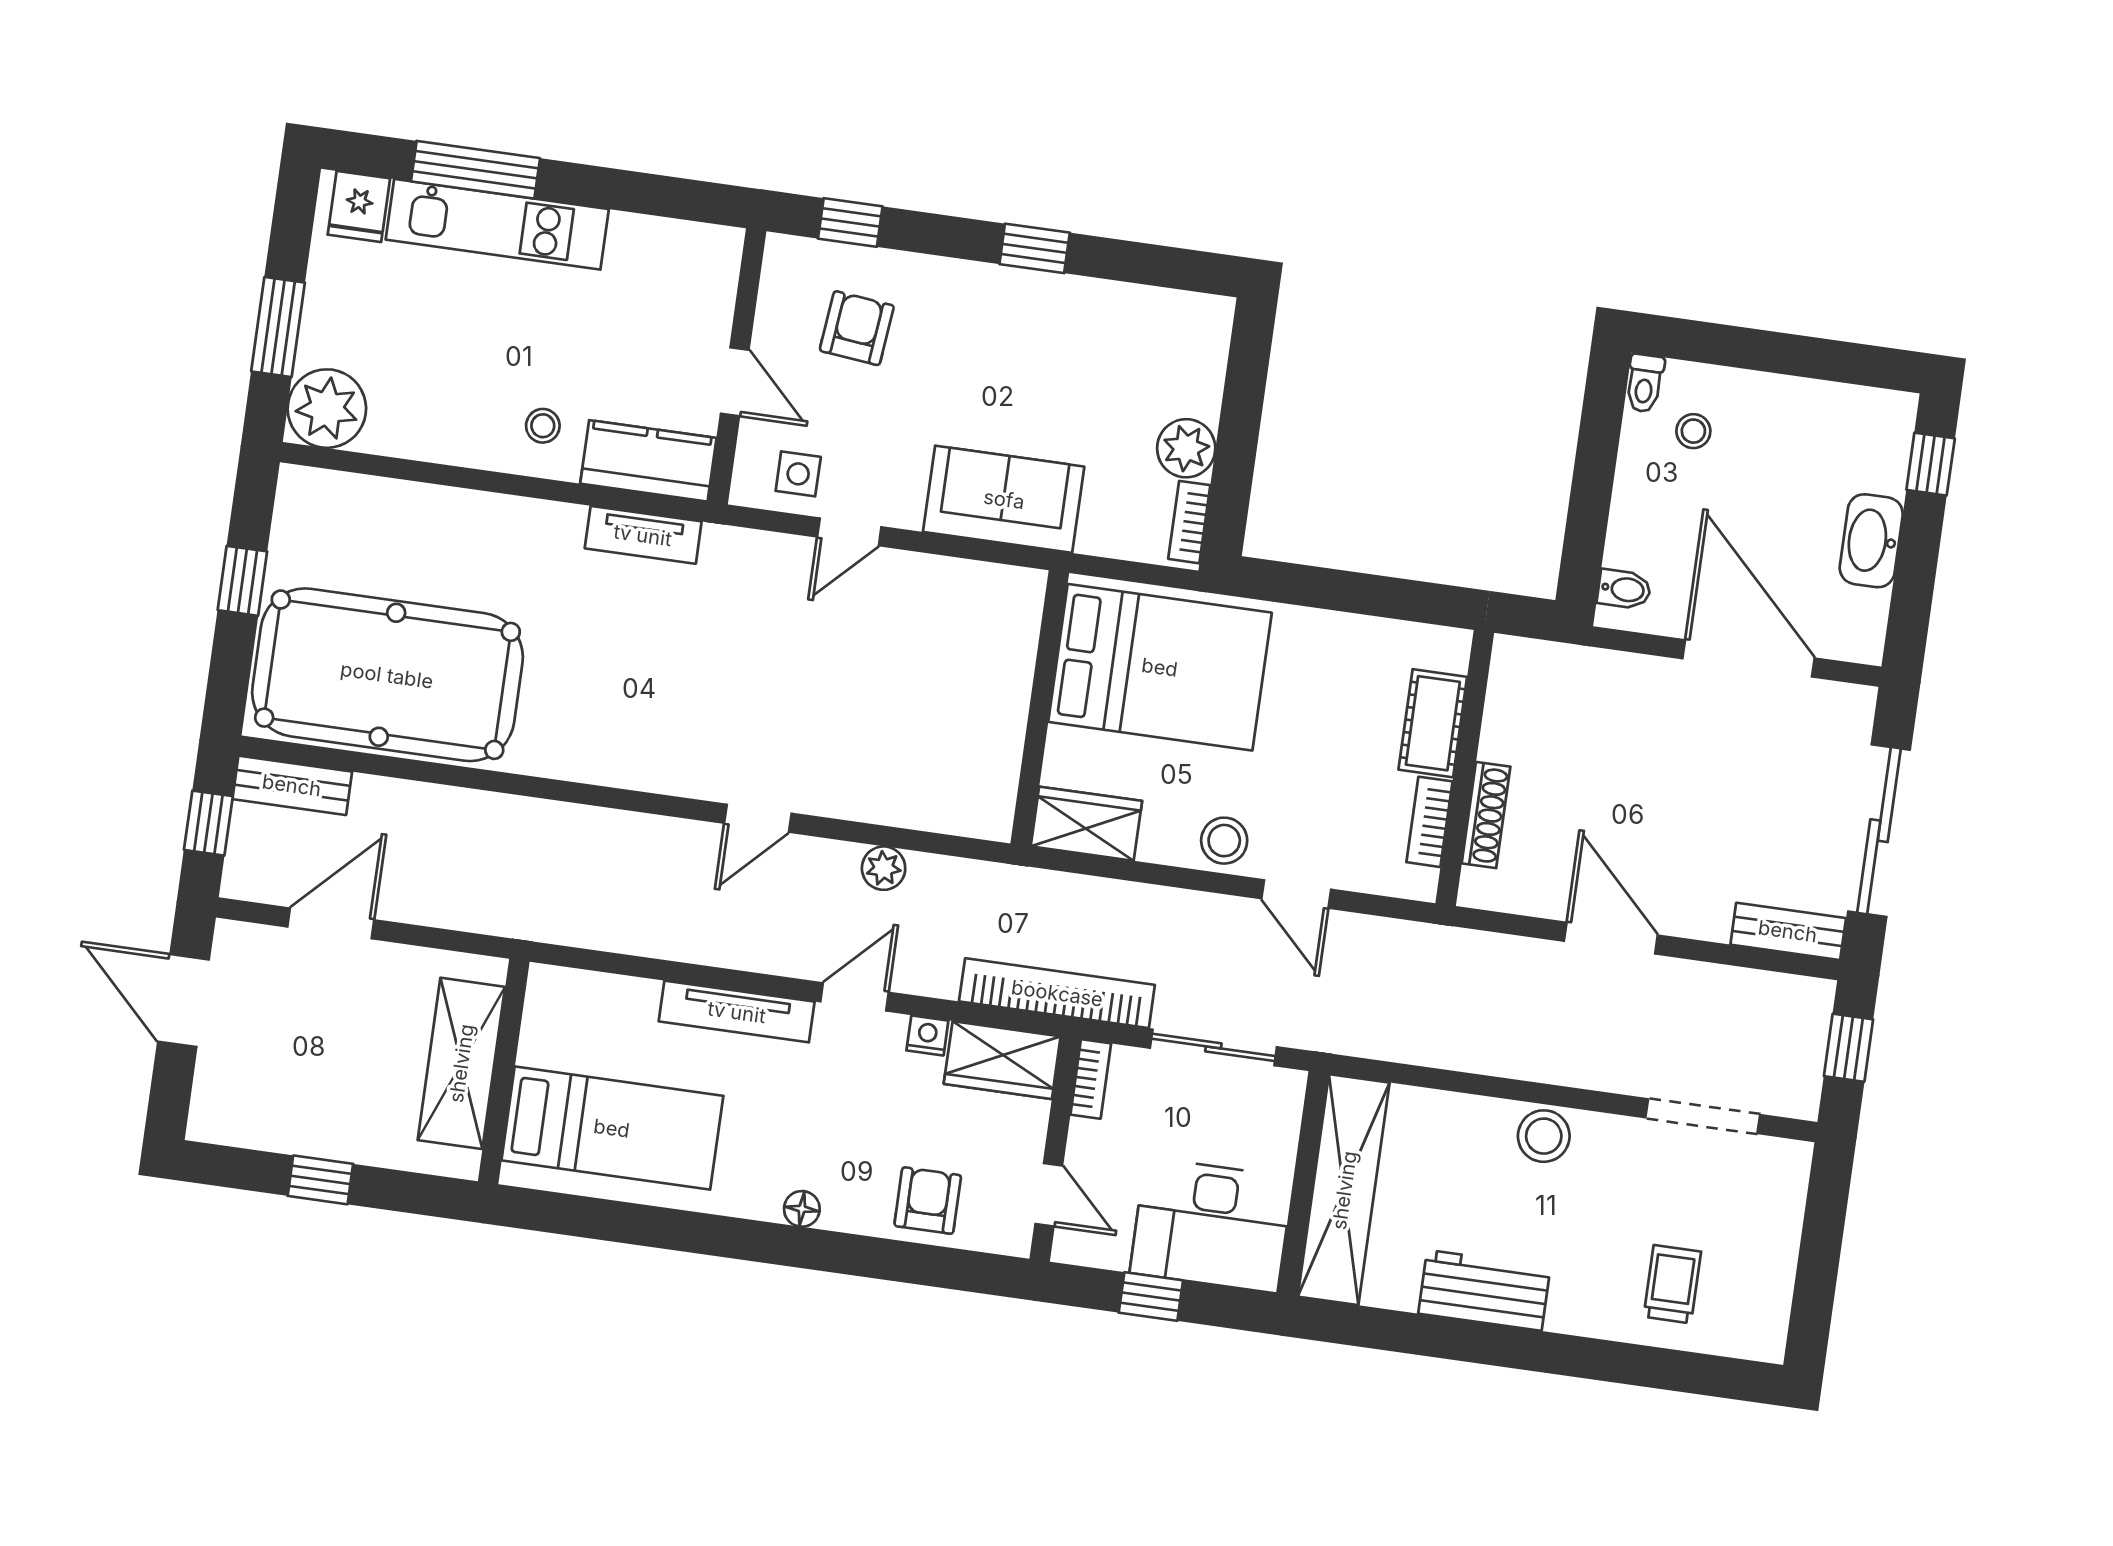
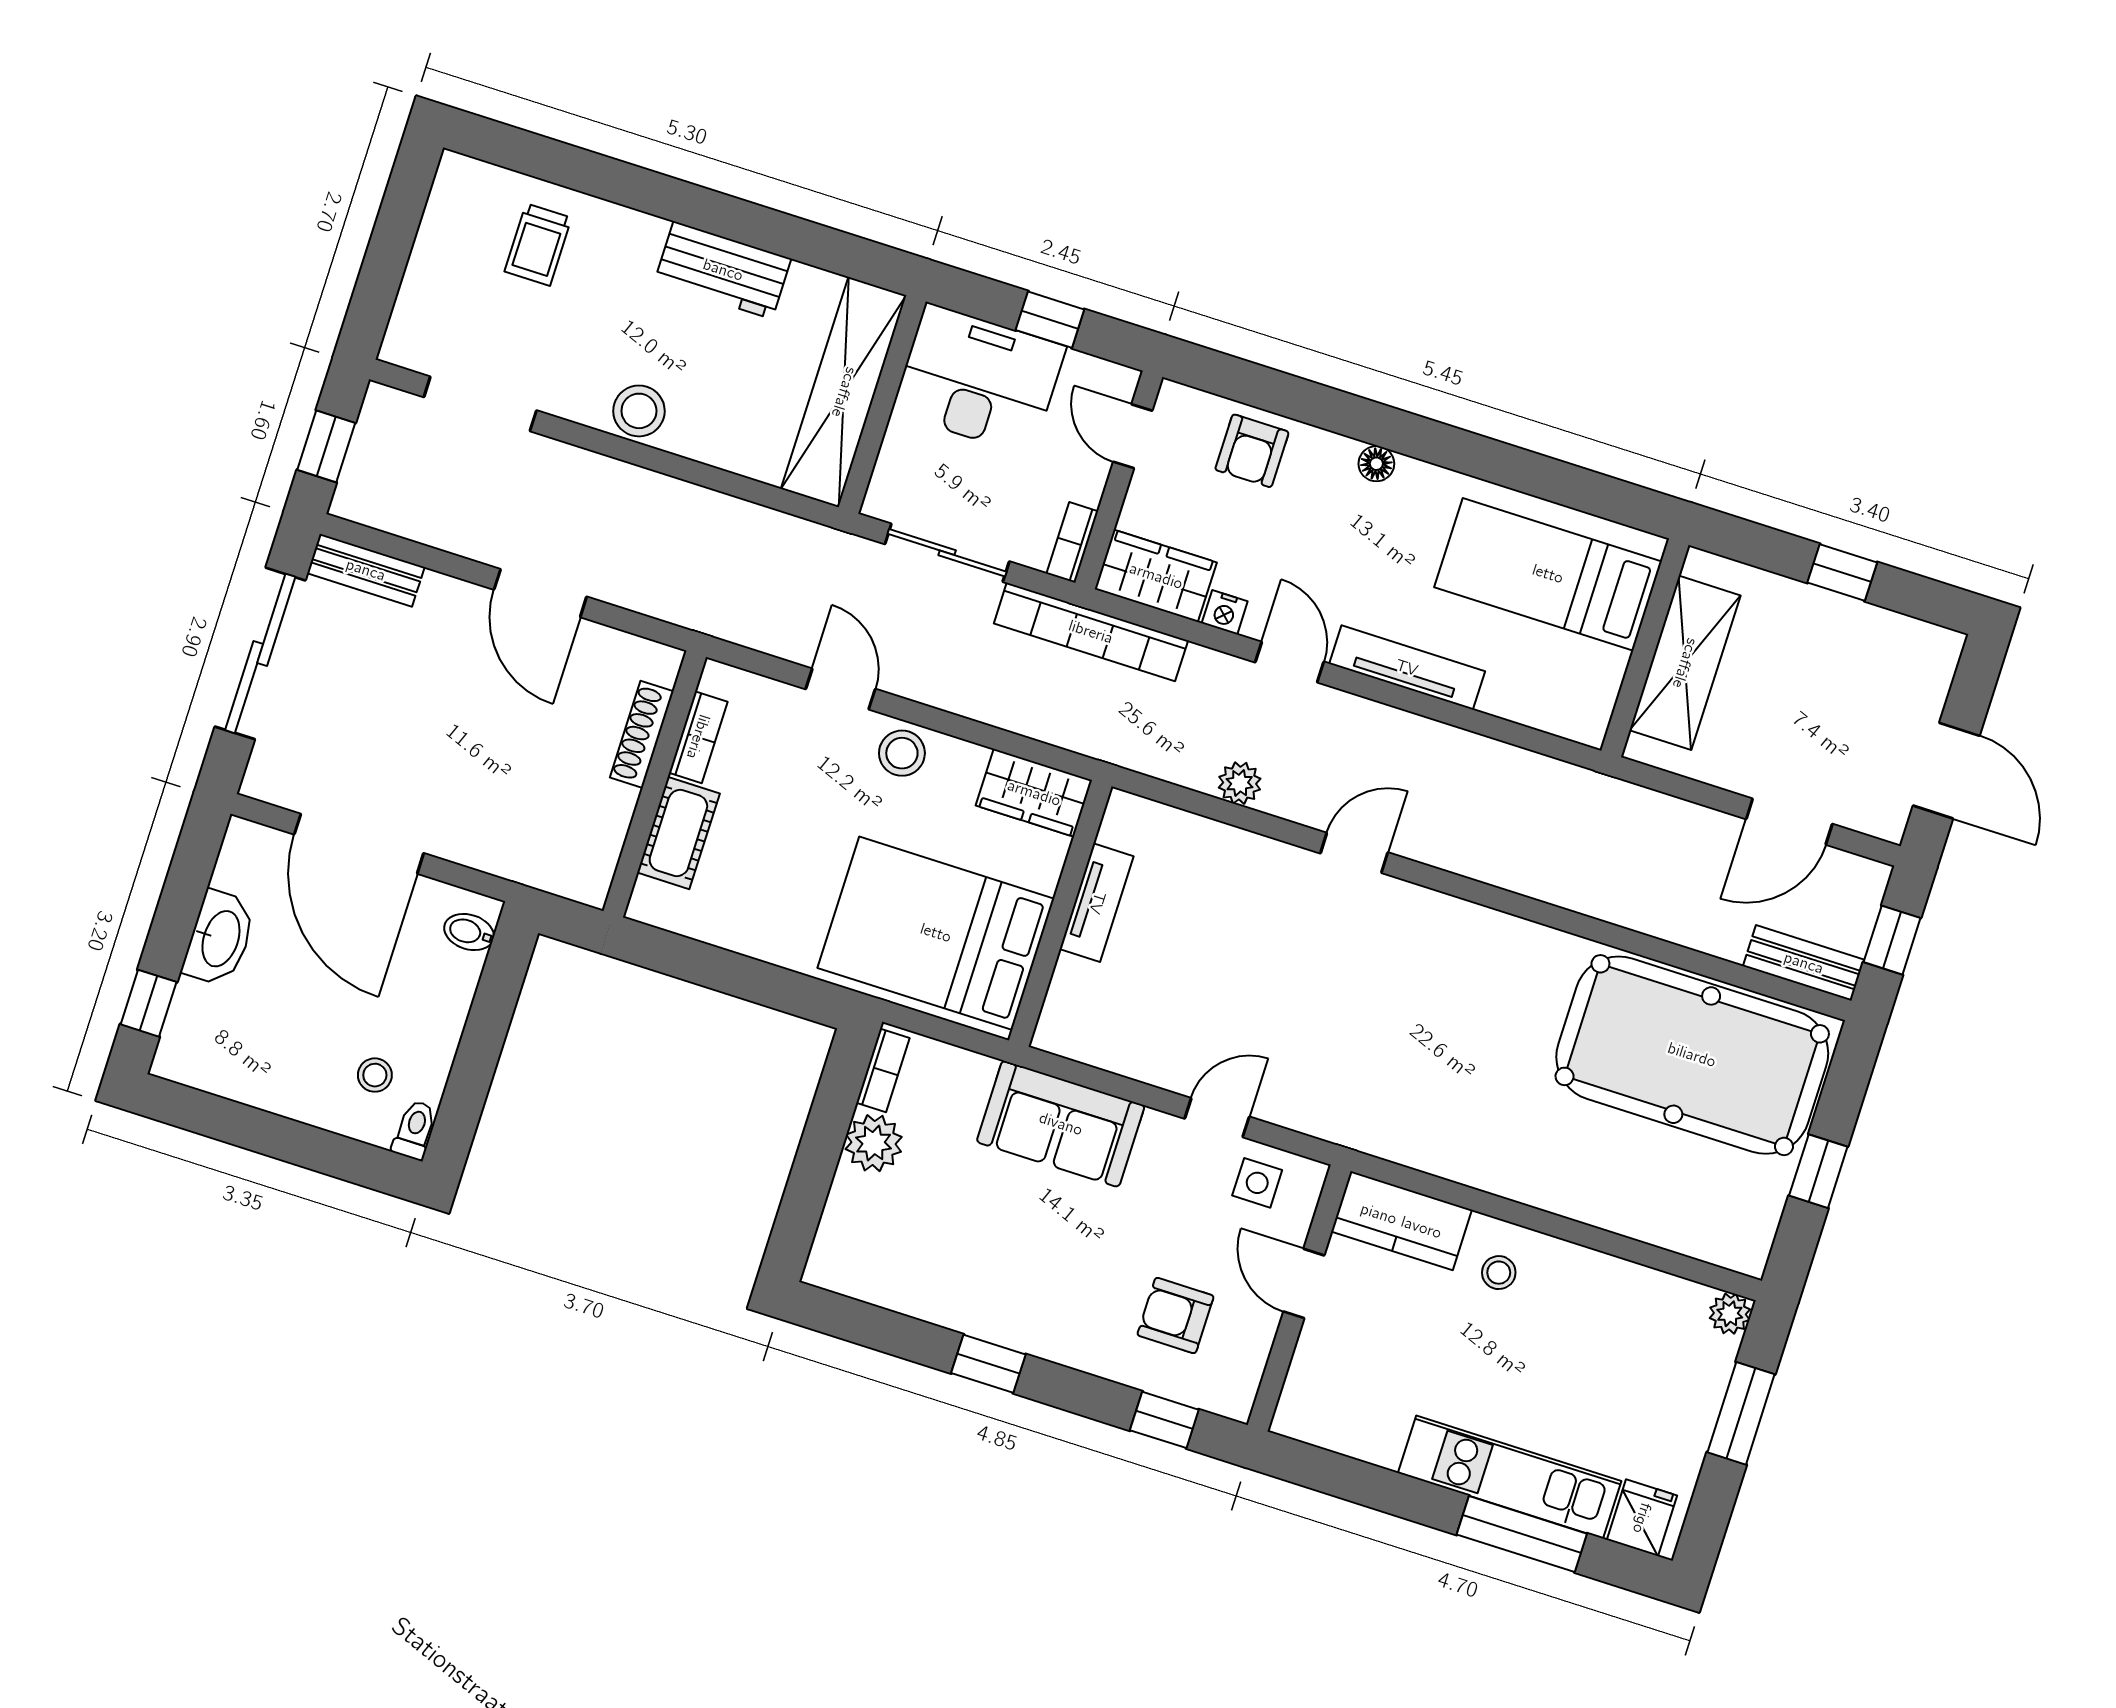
armchair: (857, 328) -> (1176, 1315), turned 84
plant: (327, 409) -> (1730, 1314), width x0.53, depth x0.53
tv unit: (643, 535) -> (1097, 903), moved, turned 90
door: (854, 997) -> (1290, 662), swing flipped

